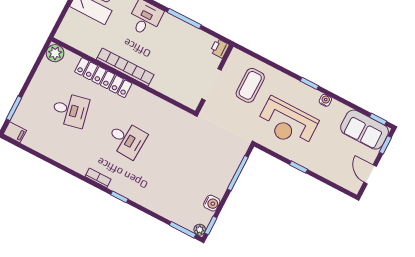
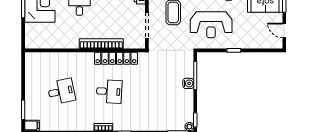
plant: (55, 53) -> (31, 59), removed
bookcase: (125, 67) -> (101, 44), moved
locker: (103, 78) -> (116, 58), moved
water cooler: (212, 203) -> (188, 83), moved

